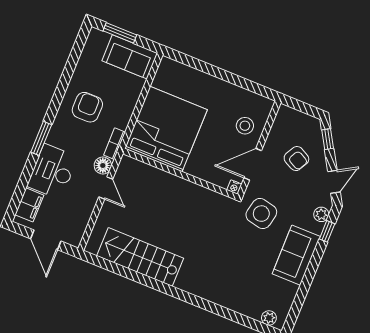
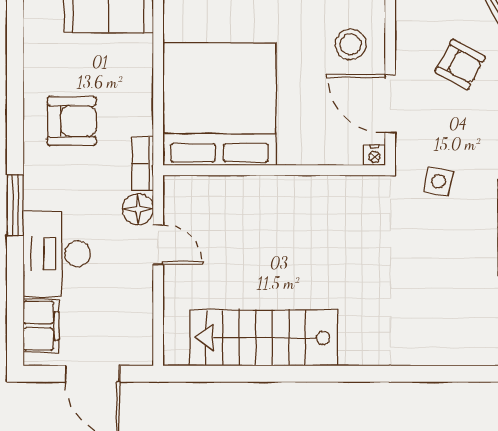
armchair: (87, 107) -> (72, 121), turned 90
door: (253, 164) -> (390, 104), hinge flipped
side table: (261, 214) -> (439, 181), width x0.54, depth x0.54

